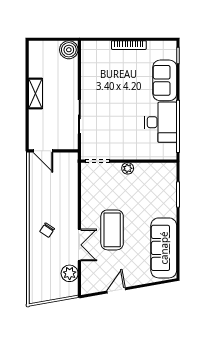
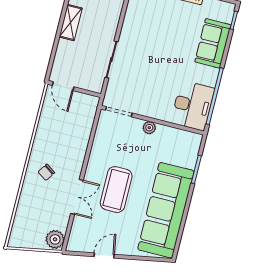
desk: (161, 122) -> (193, 106), moved
sofa: (164, 248) -> (166, 210), width x1.36, depth x1.27
plant: (70, 273) -> (55, 239), moved

